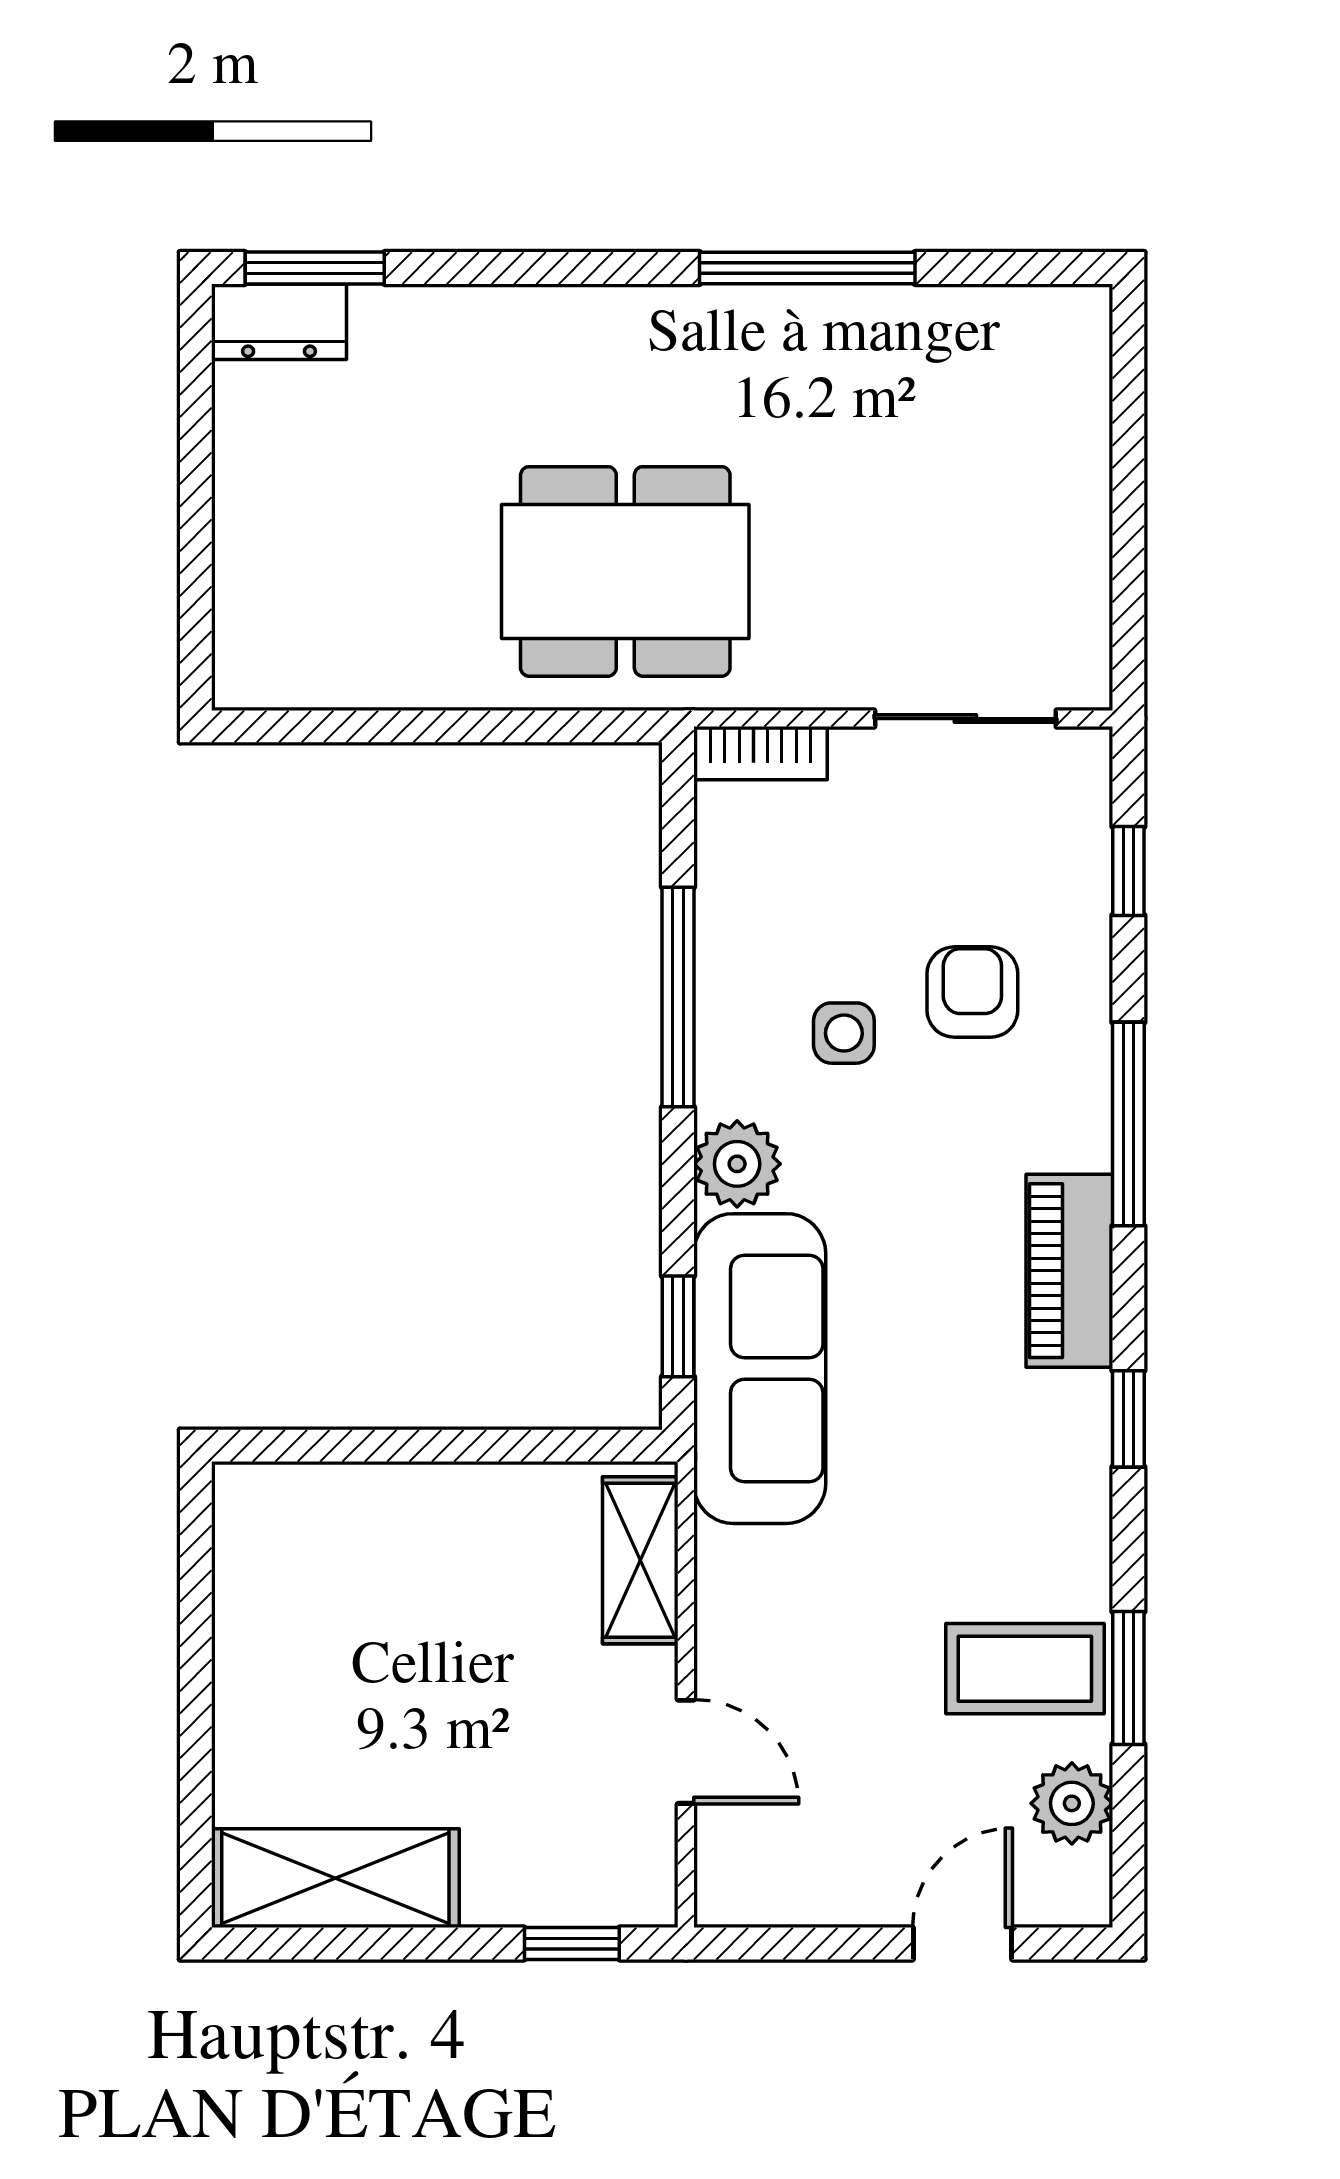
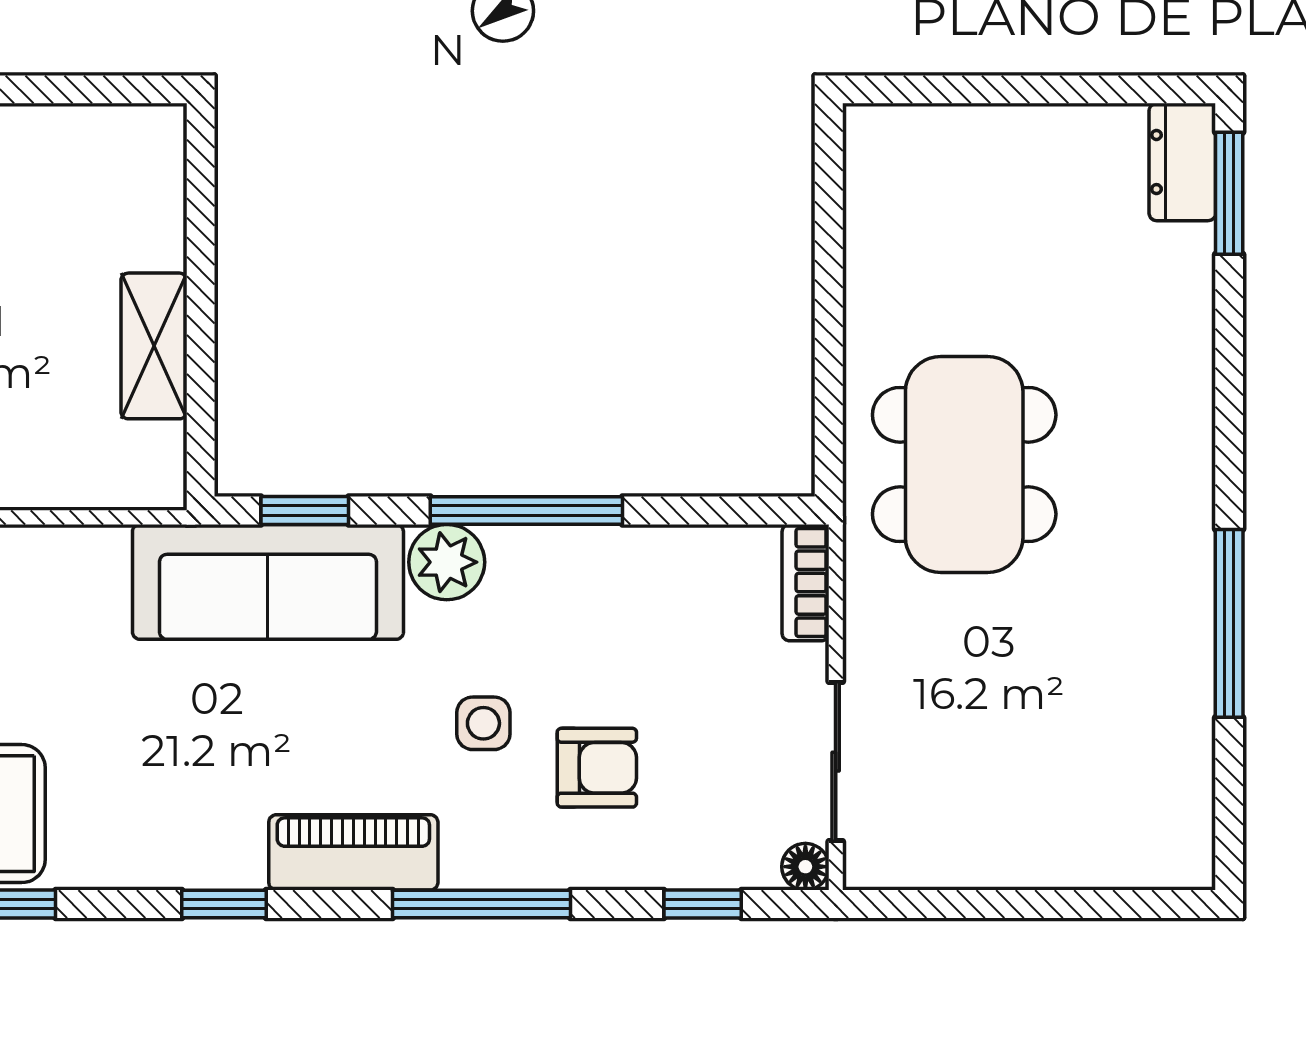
floor lamp: (1086, 753) -> (805, 867), added
window: (678, 997) -> (526, 510), moved
side table: (844, 1033) -> (483, 723), moved
shelving: (640, 1560) -> (154, 346), moved, turned 90

